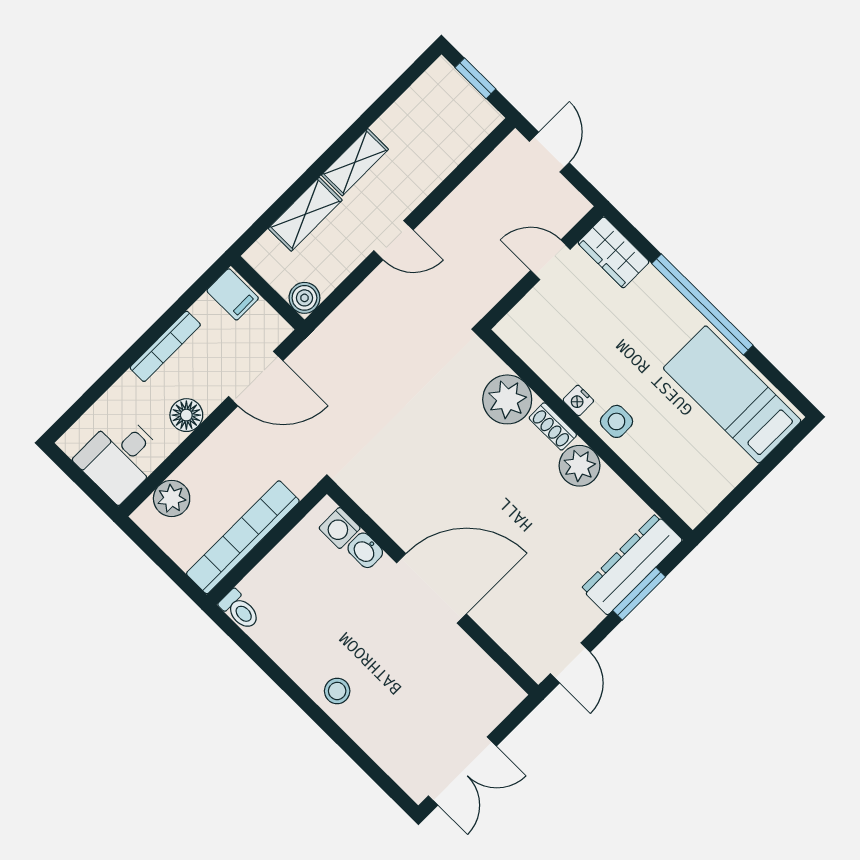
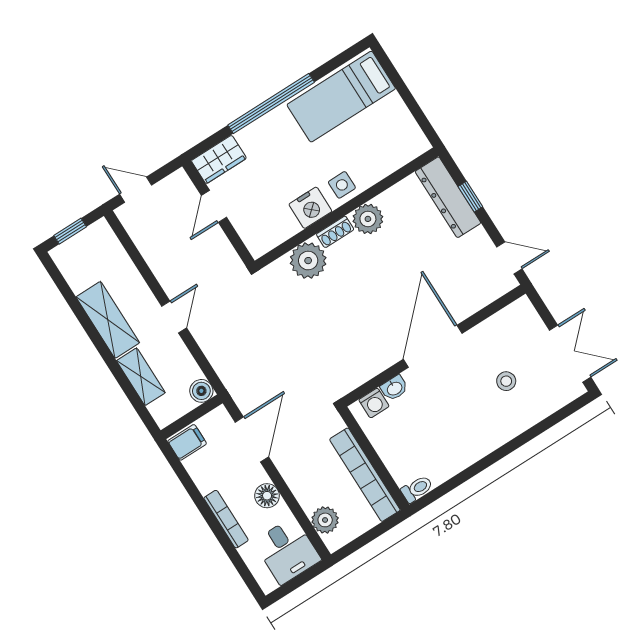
shelving: (355, 162) -> (108, 320), width x1.50, depth x1.33
bookcase: (165, 346) -> (226, 519), moved
nightstand: (578, 400) -> (310, 208), width x1.89, depth x1.79
window: (639, 594) -> (470, 197), width x0.67
stool: (337, 691) -> (506, 381), moved

